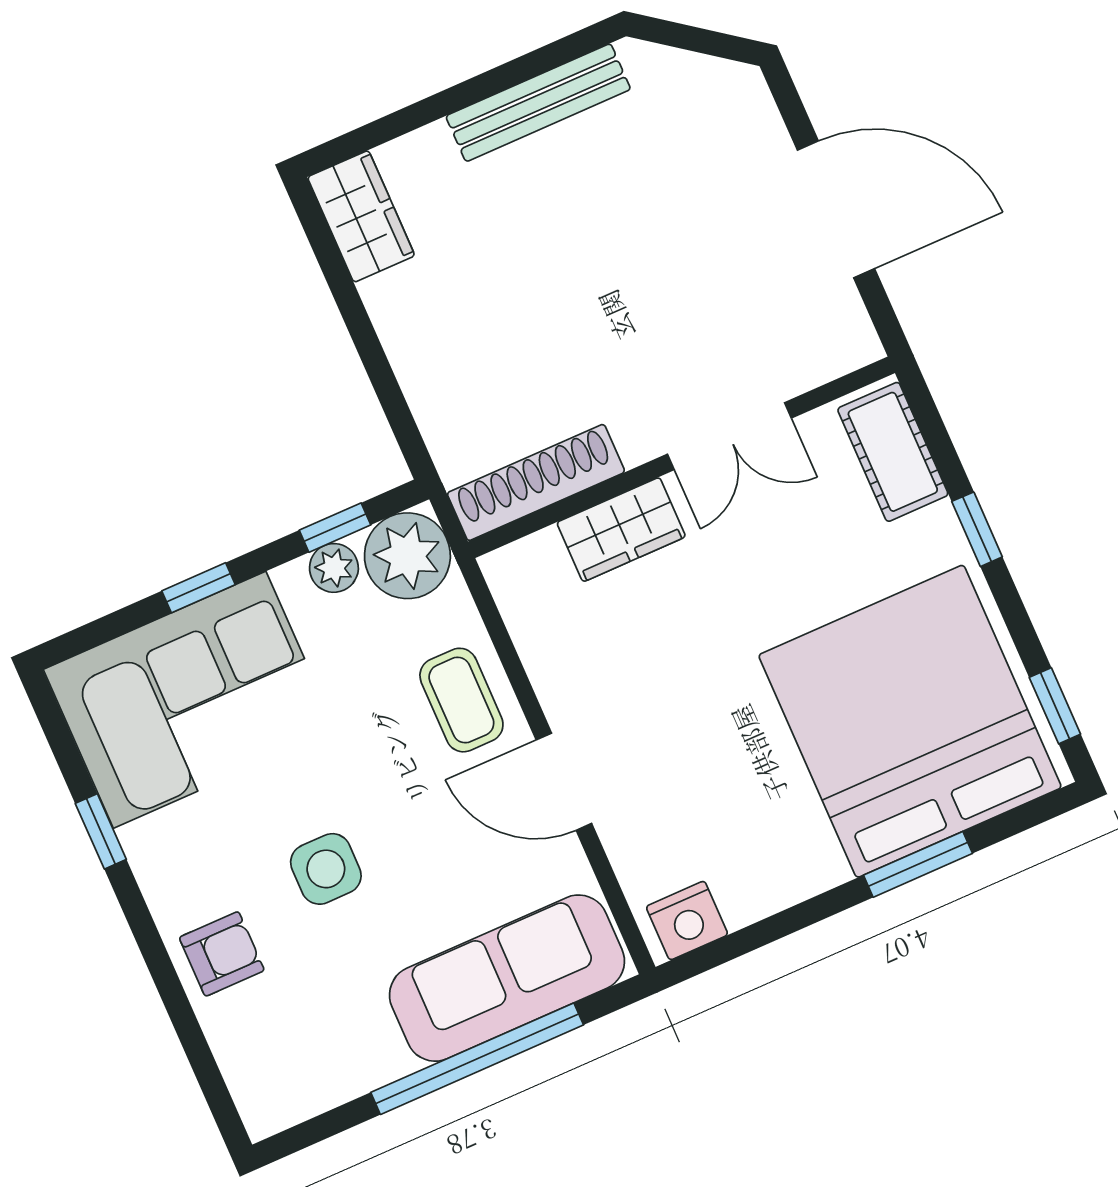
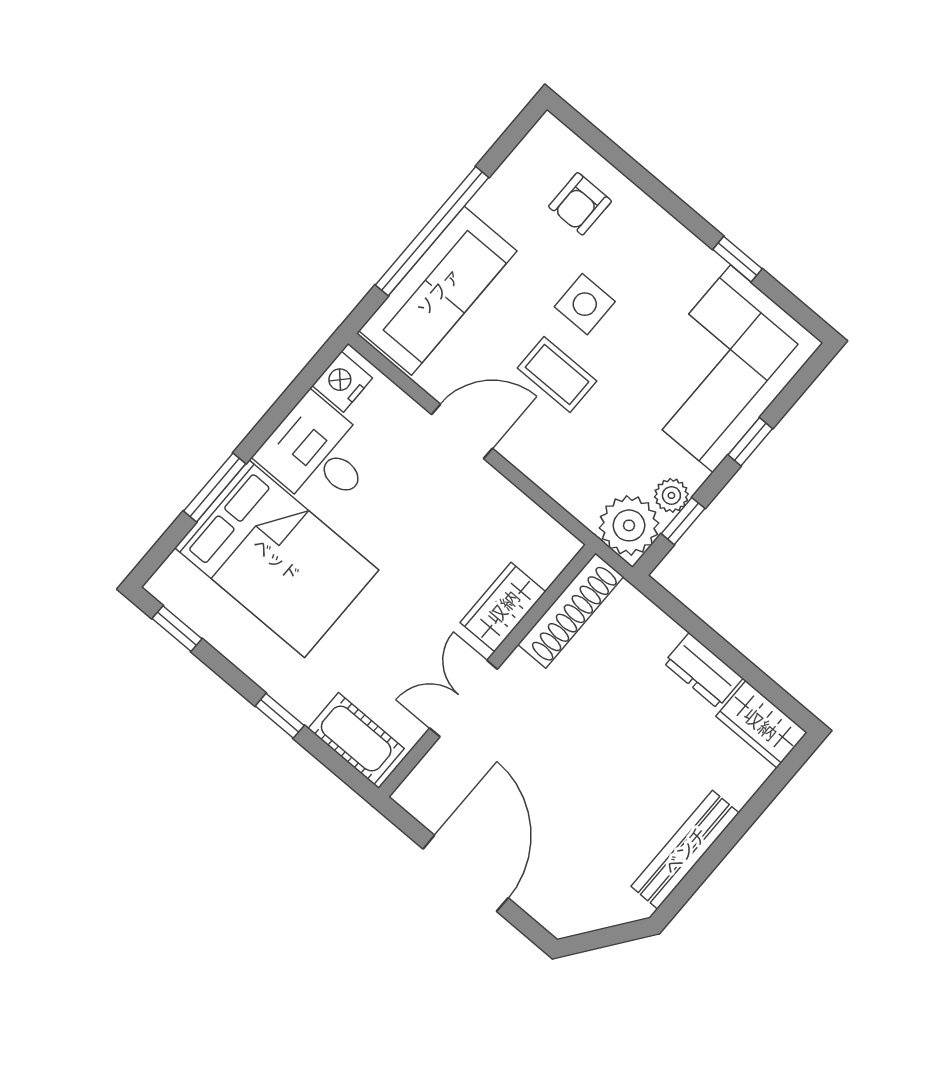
door: (836, 209) -> (466, 873), swing flipped
dresser: (402, 322) -> (703, 670), added
coffee table: (461, 700) -> (557, 374), moved
bed: (910, 721) -> (277, 559), width x0.73
desk: (764, 842) -> (318, 454), added
armchair: (222, 954) -> (580, 204), moved

